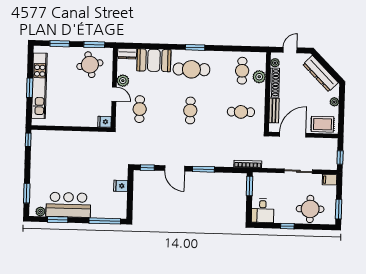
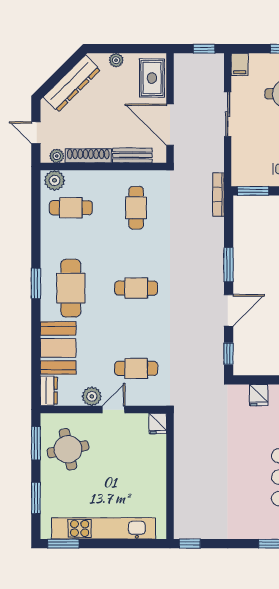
plant: (259, 77) -> (55, 180), moved
window: (30, 88) -> (63, 544), moved

